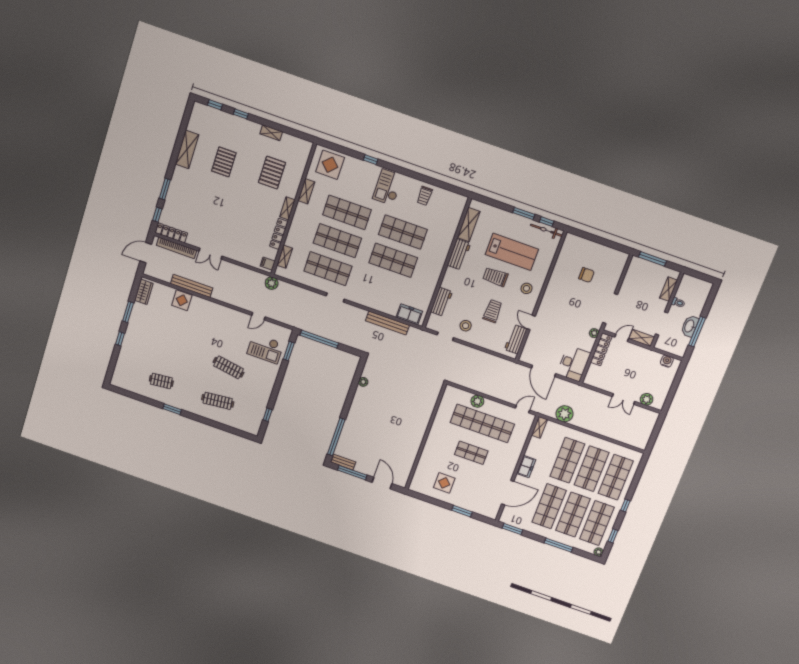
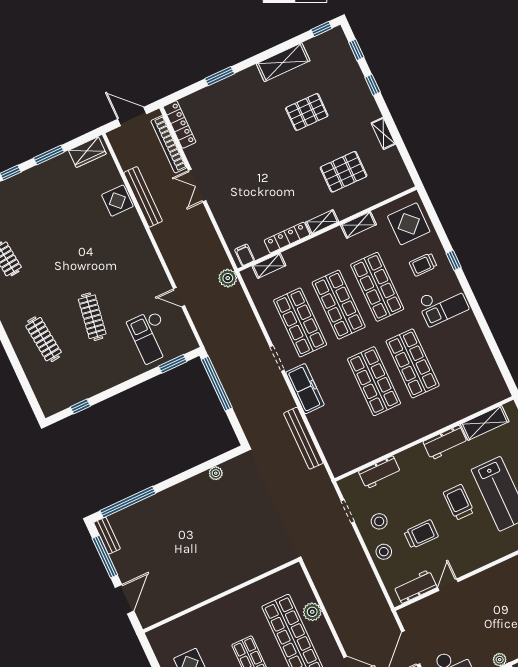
checkout: (388, 187) -> (443, 304), turned 180
trolley: (425, 196) -> (423, 265), moved
window: (157, 215) -> (322, 29), moved
stool: (526, 288) -> (384, 552), moved
freezer: (409, 314) -> (305, 389), moved, width x1.40

